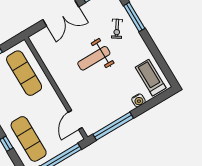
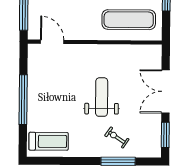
water cooler: (138, 100) -> (34, 116), removed
window: (113, 126) -> (23, 100), moved

